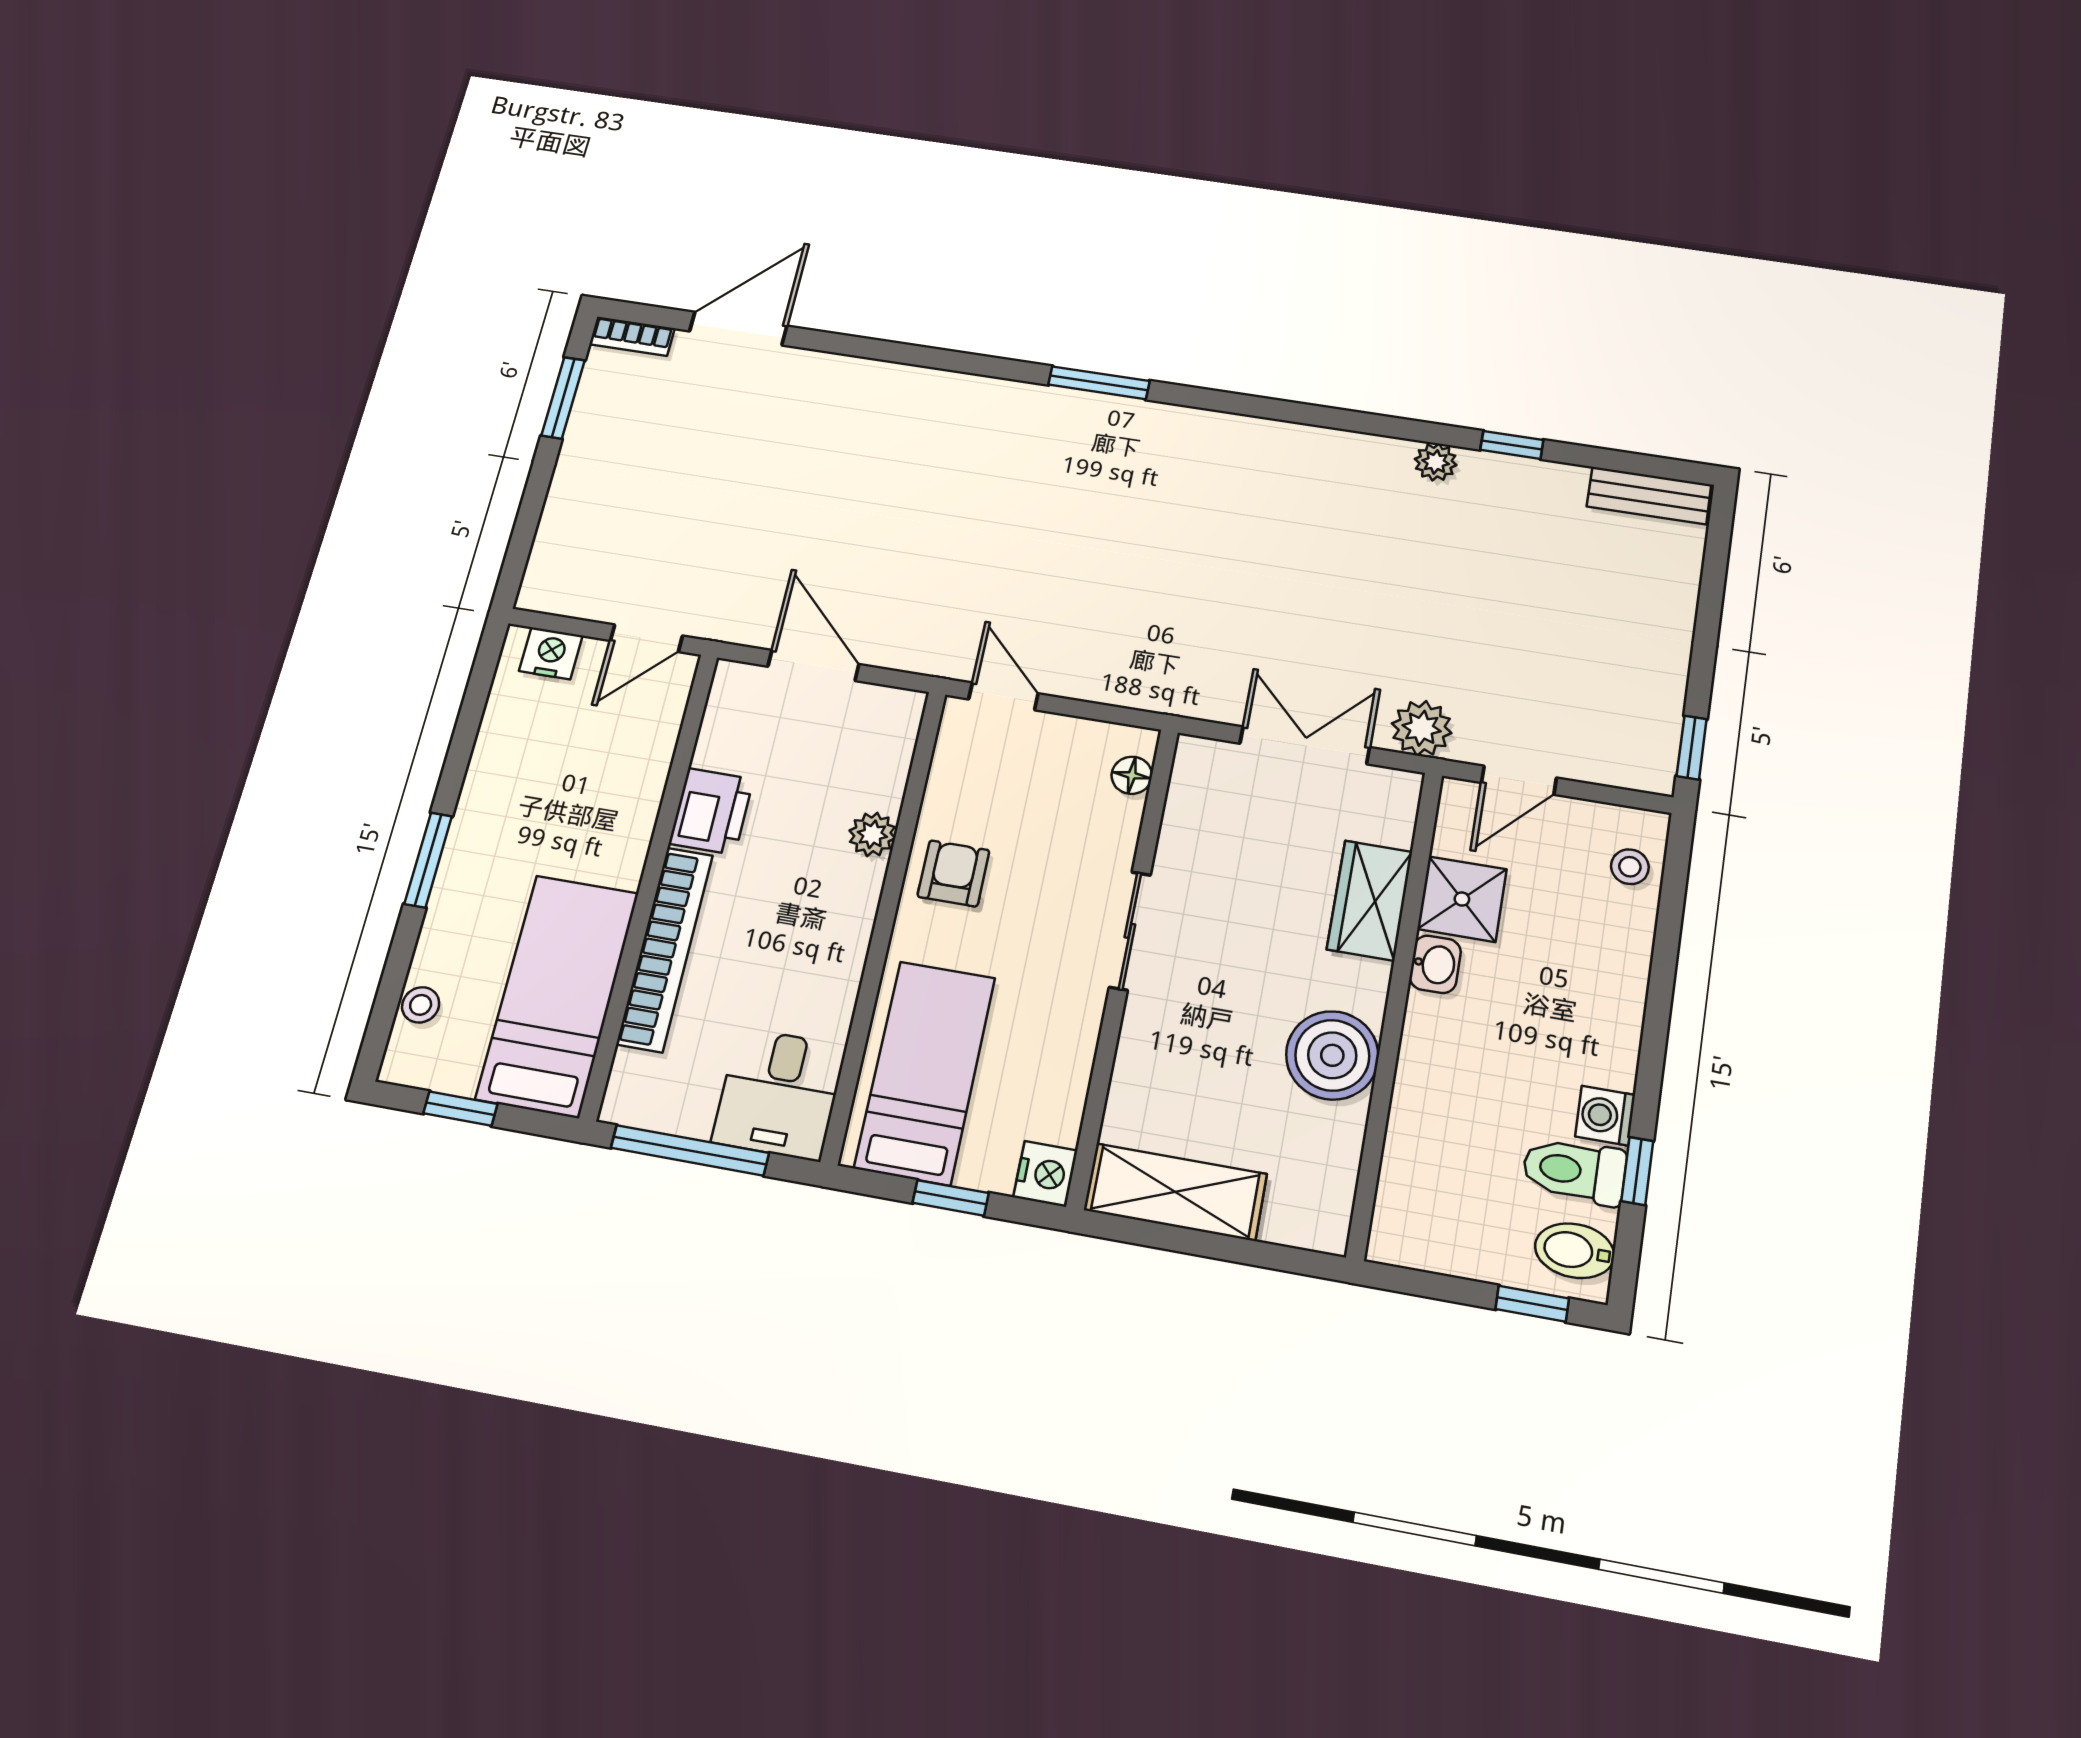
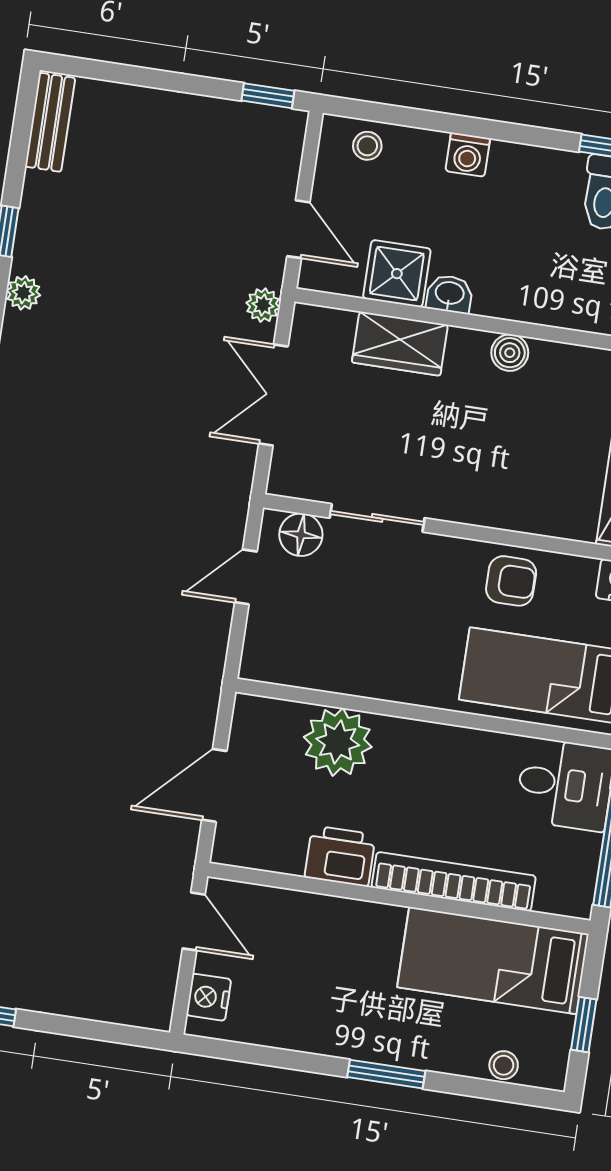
door: (1003, 696) -> (246, 577), moved
plant: (1422, 728) -> (263, 305), width x0.73, depth x0.73
floor lamp: (1132, 775) -> (301, 535), width x1.37, depth x1.37
plant: (872, 834) -> (338, 742), width x1.87, depth x1.87
armchair: (953, 873) -> (511, 581), moved, turned 180
sliding door: (1130, 931) -> (377, 518), moved
boiler: (1332, 1055) -> (510, 353), width x0.54, depth x0.54
washing machine: (1605, 1116) -> (468, 155), moved

